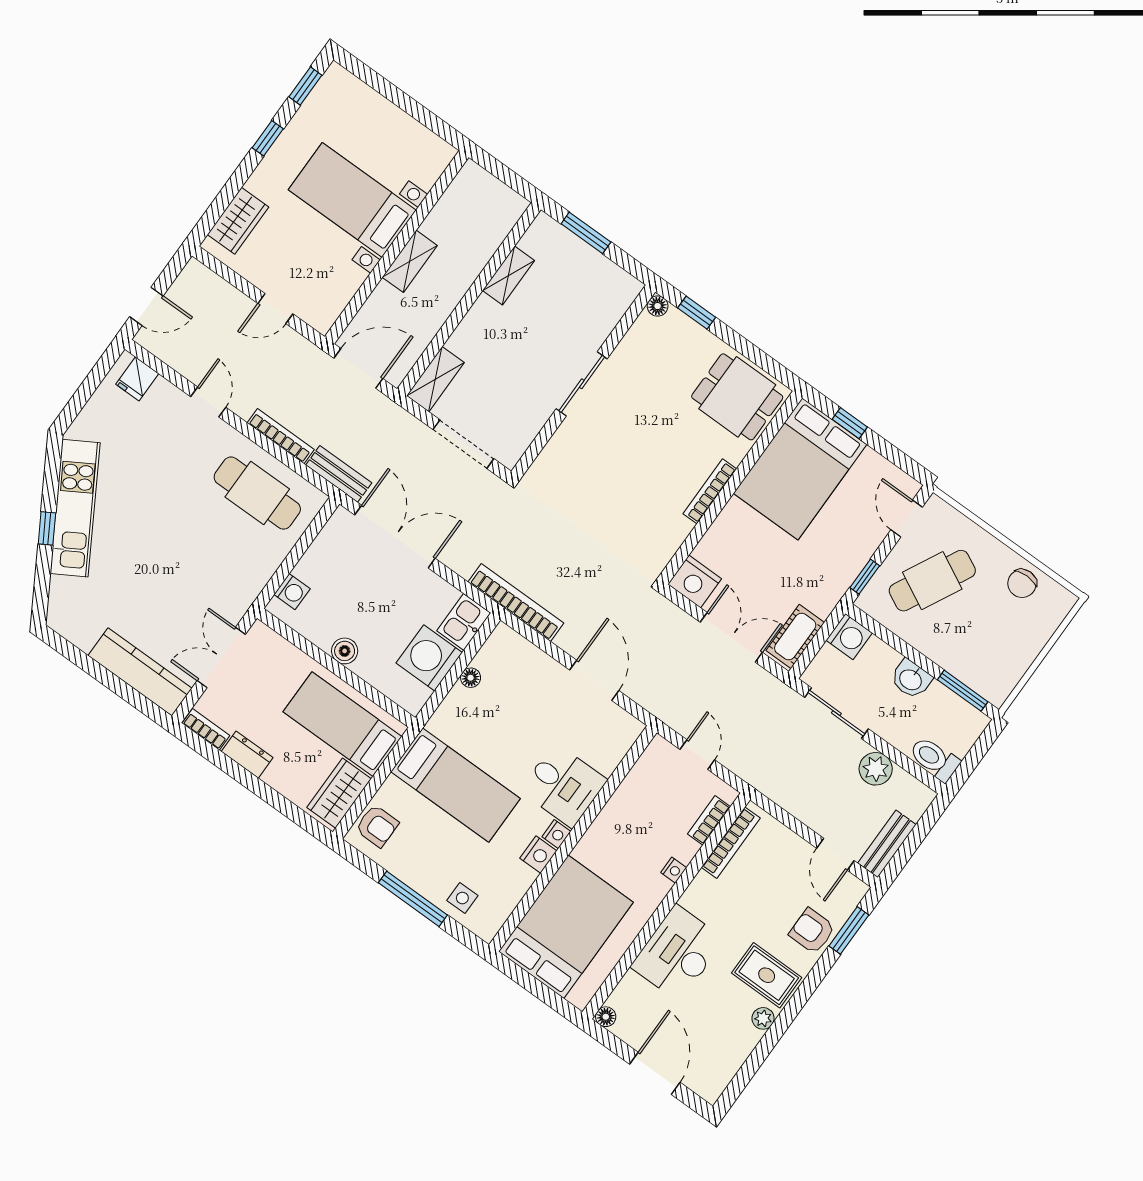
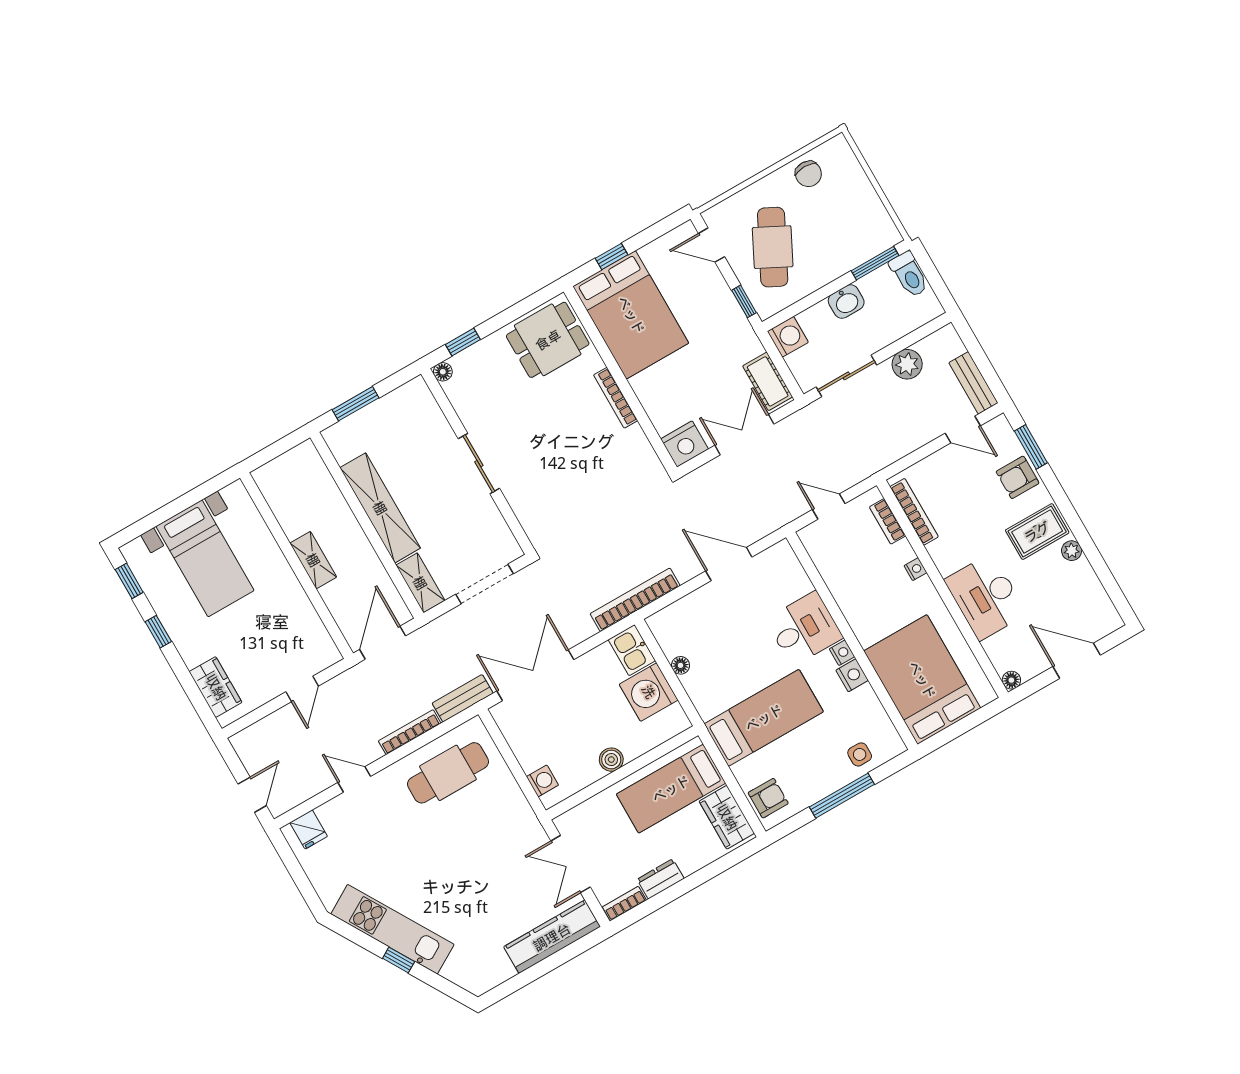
bed with nightstands: (352, 200) -> (205, 558), moved, turned -90
shelving: (509, 276) -> (380, 508), width x2.20, depth x1.33
toilet: (934, 759) -> (909, 274), moved, turned -90

